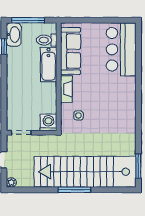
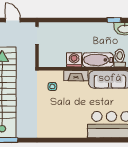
washing machine: (48, 122) -> (74, 60), moved, turned -90

